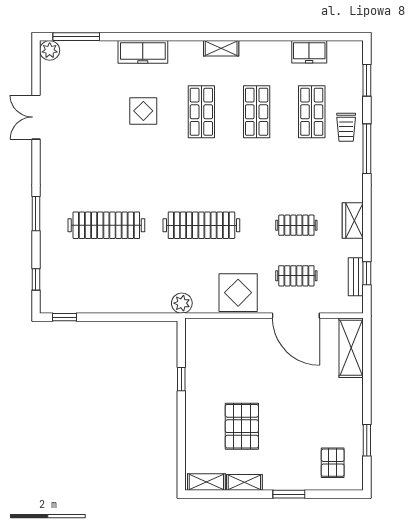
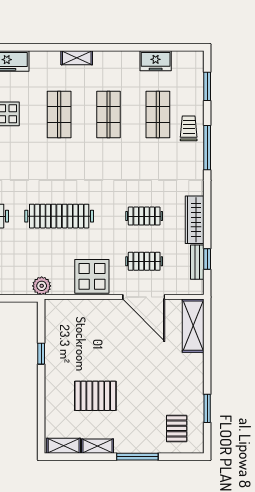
trolley: (346, 127) -> (189, 128), turned 180
wardrobe: (353, 220) -> (195, 220), width x1.50
pallet: (242, 426) -> (95, 396), turned 90
window: (289, 494) -> (137, 457), width x1.44

